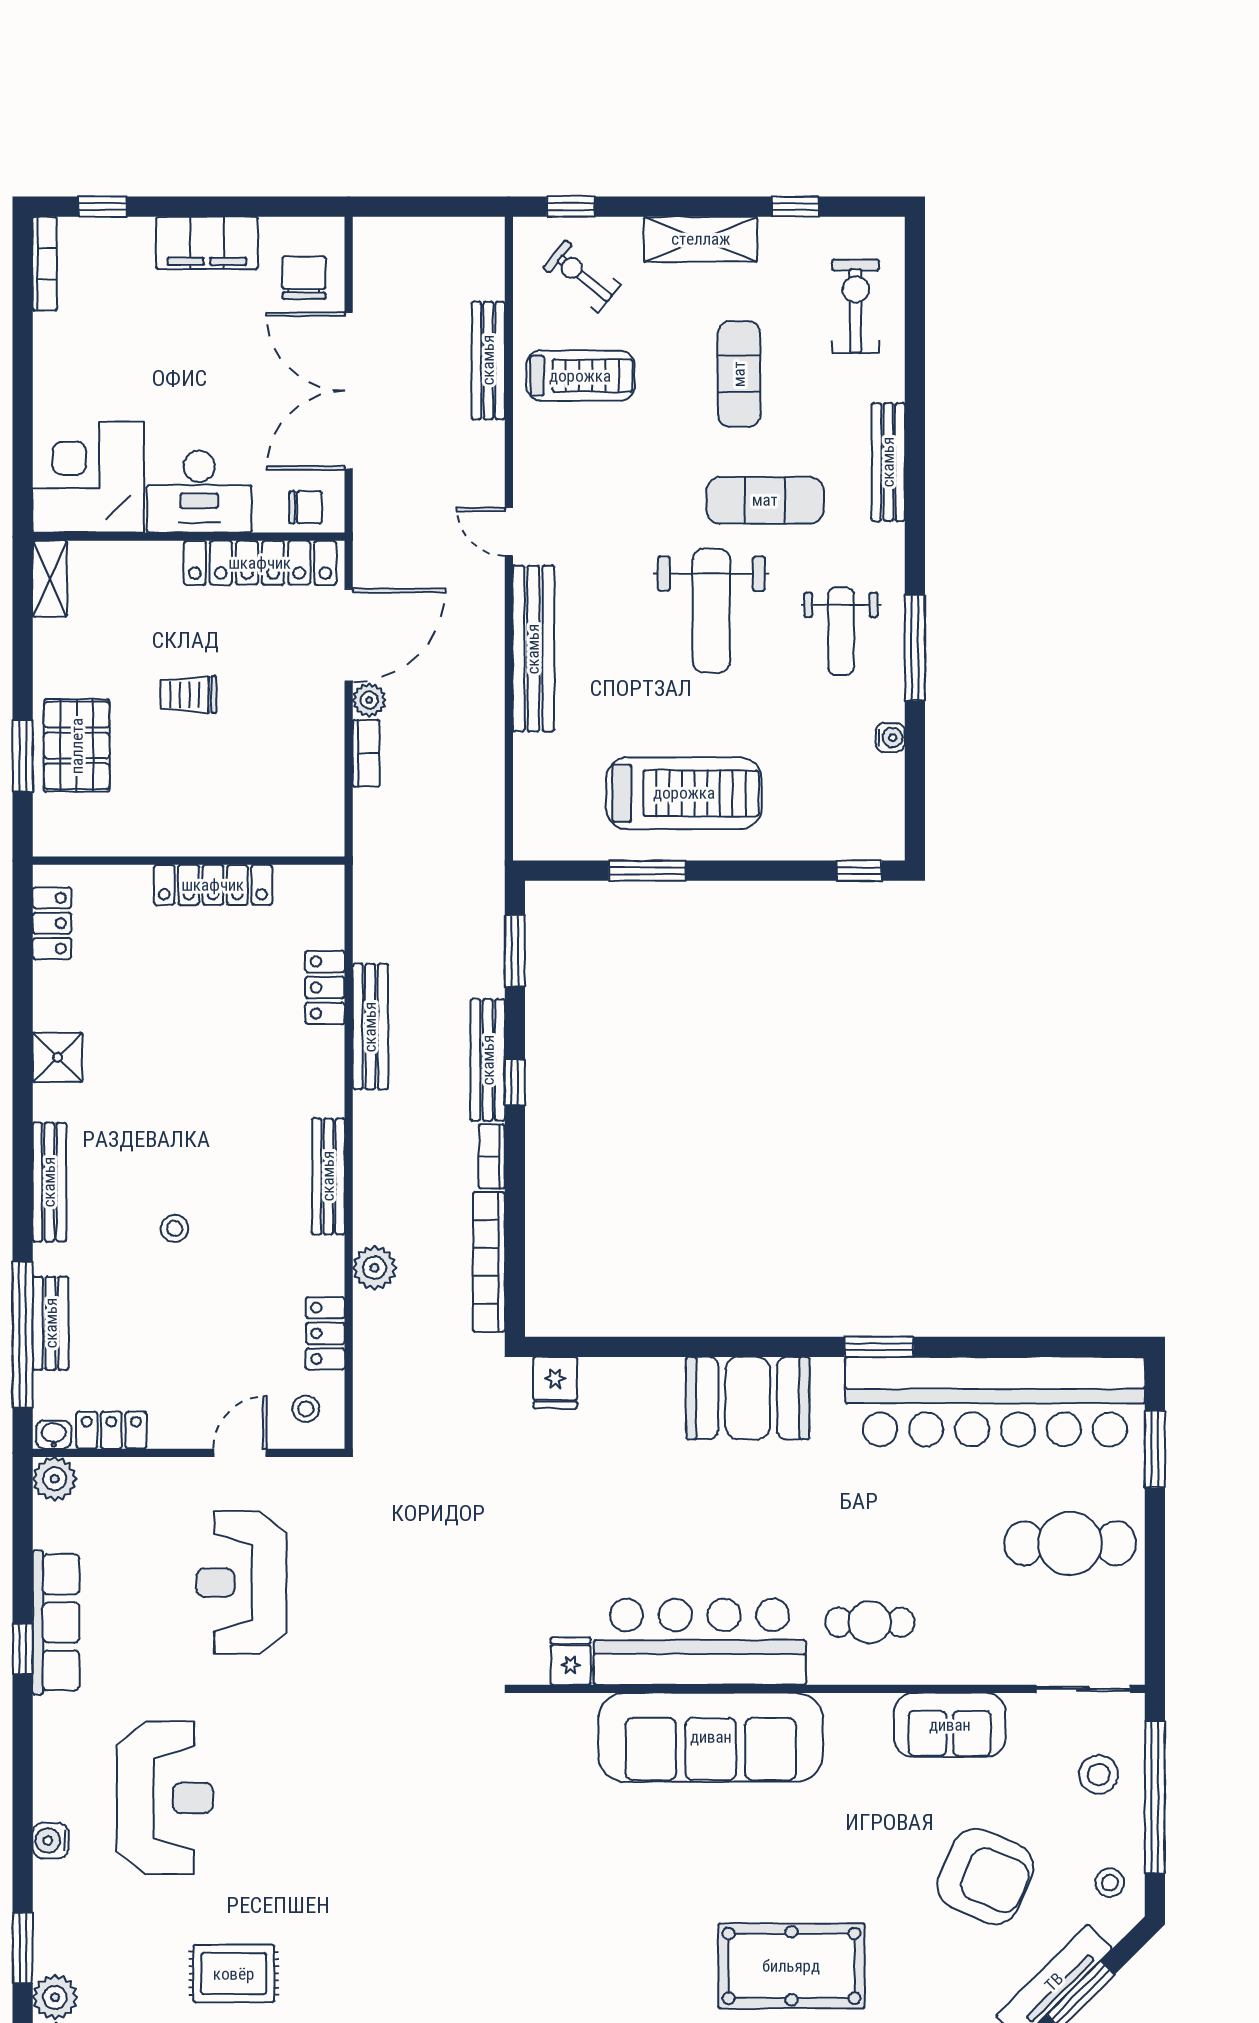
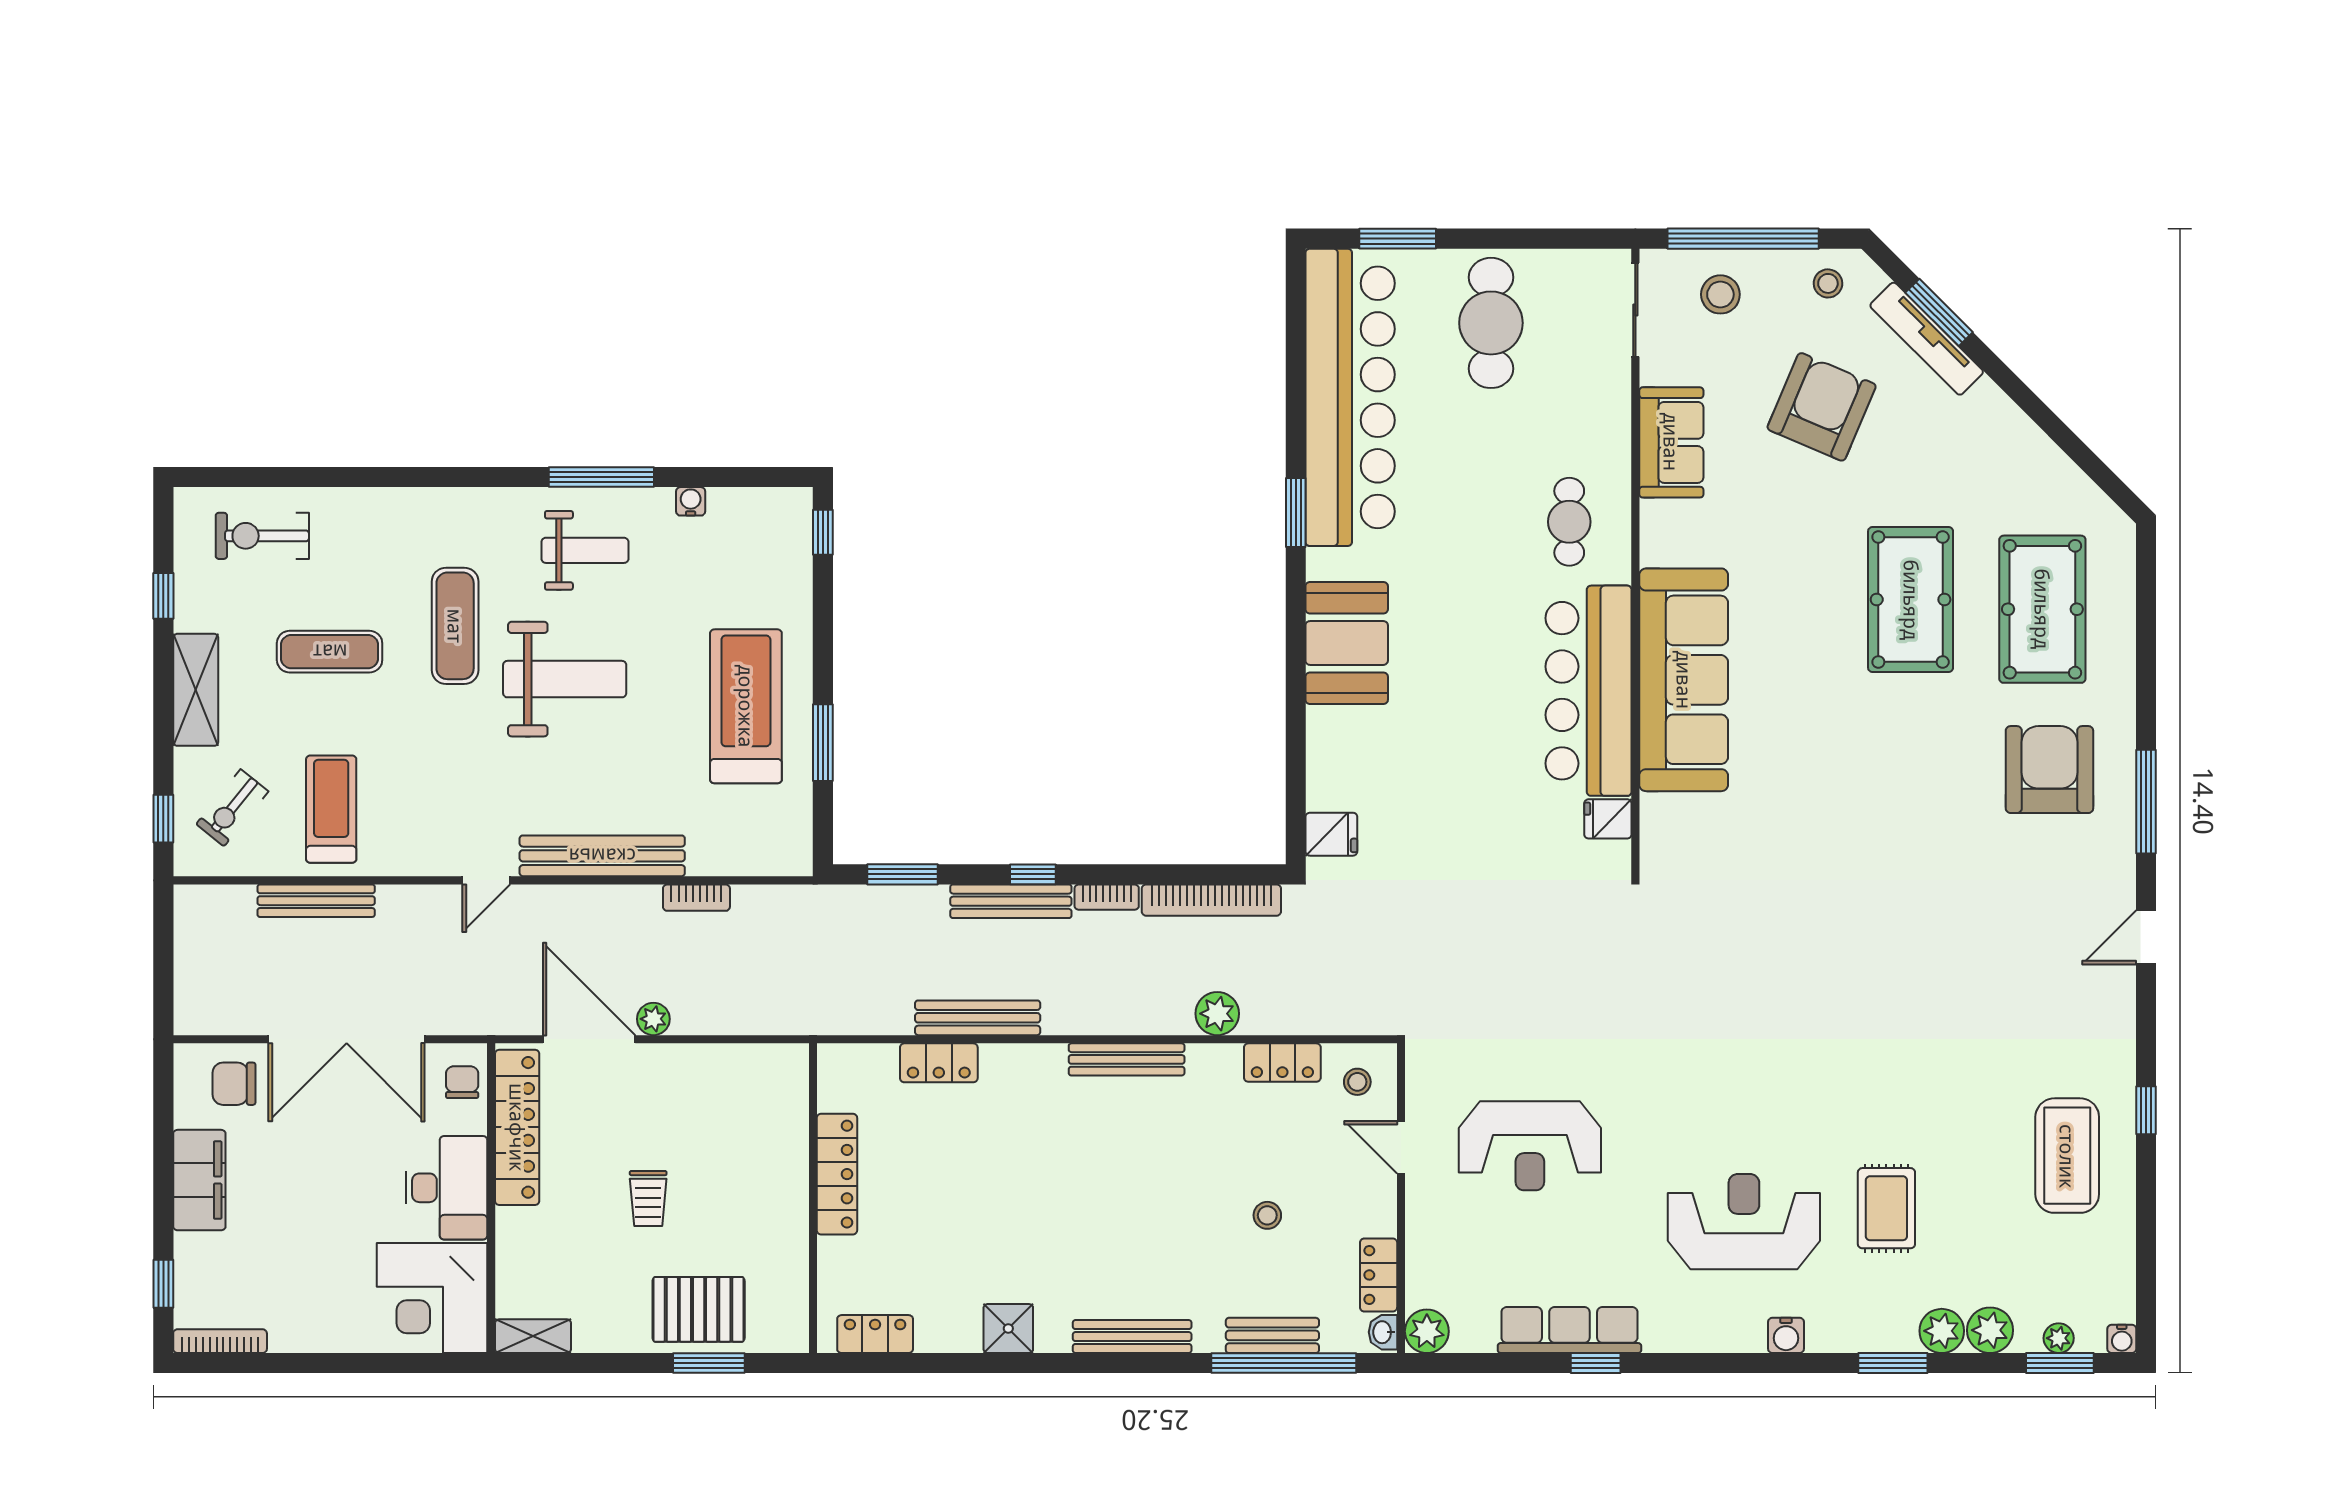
bench: (888, 462) -> (417, 503), removed
bookcase: (366, 753) -> (696, 898), moved, turned 180
stool: (175, 1228) -> (1267, 1215), moved
rug: (234, 1974) -> (1886, 1208), moved

